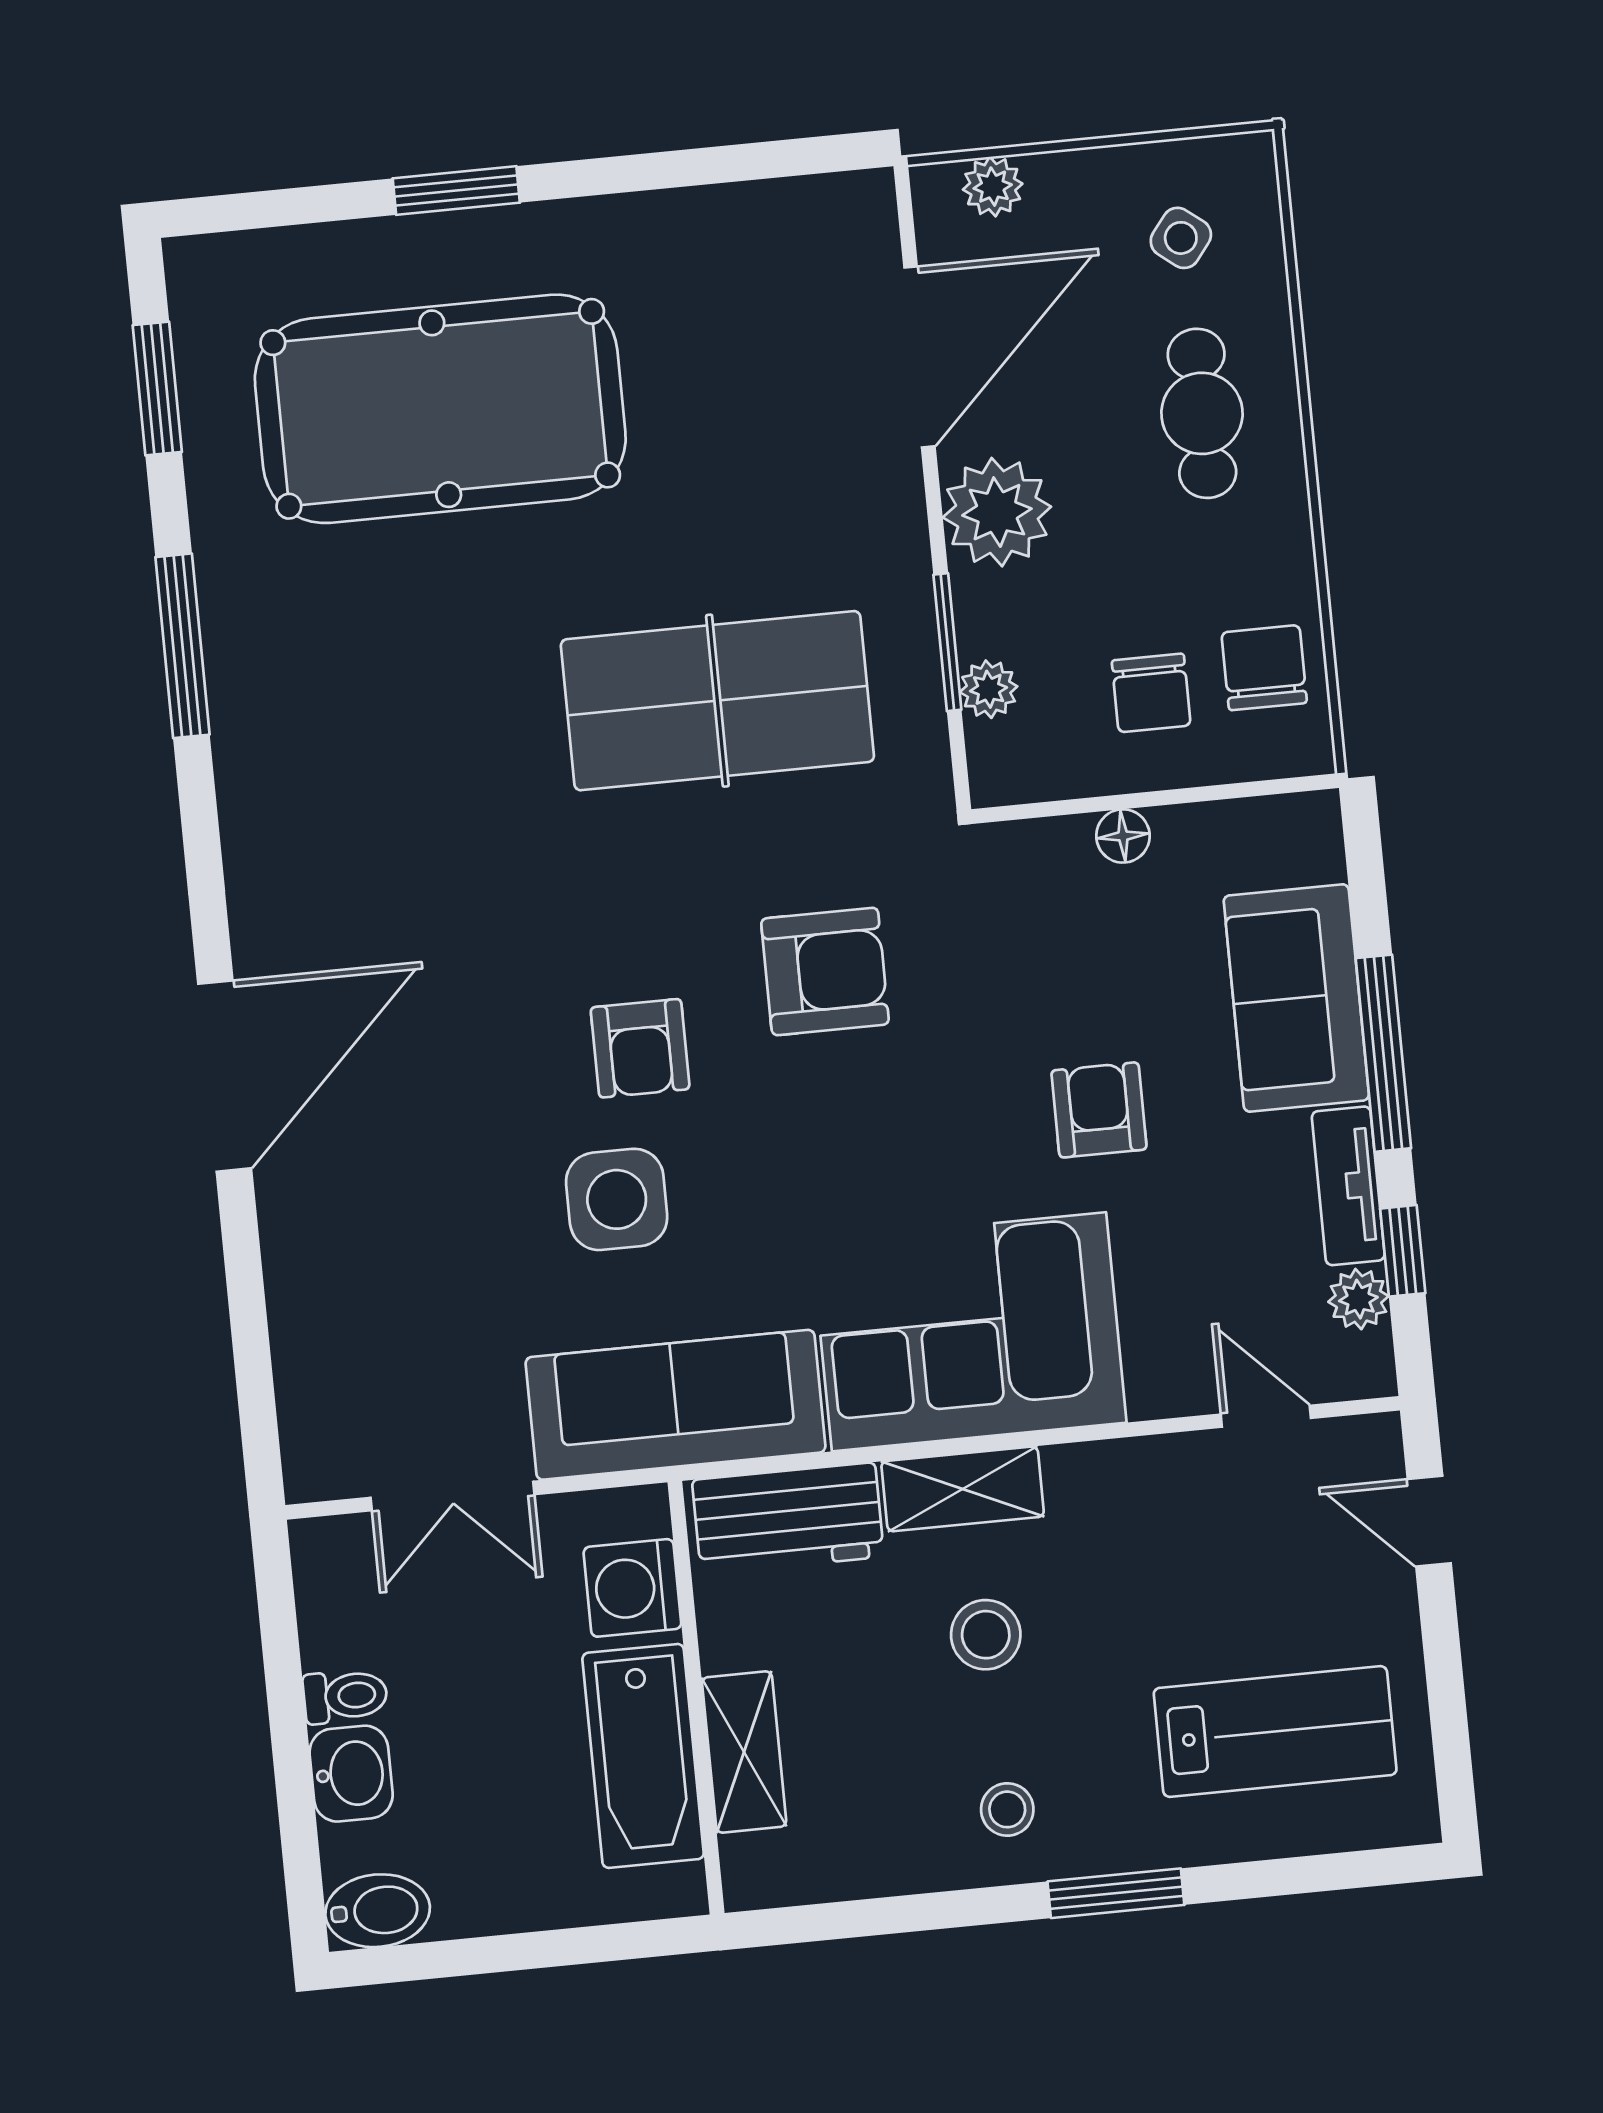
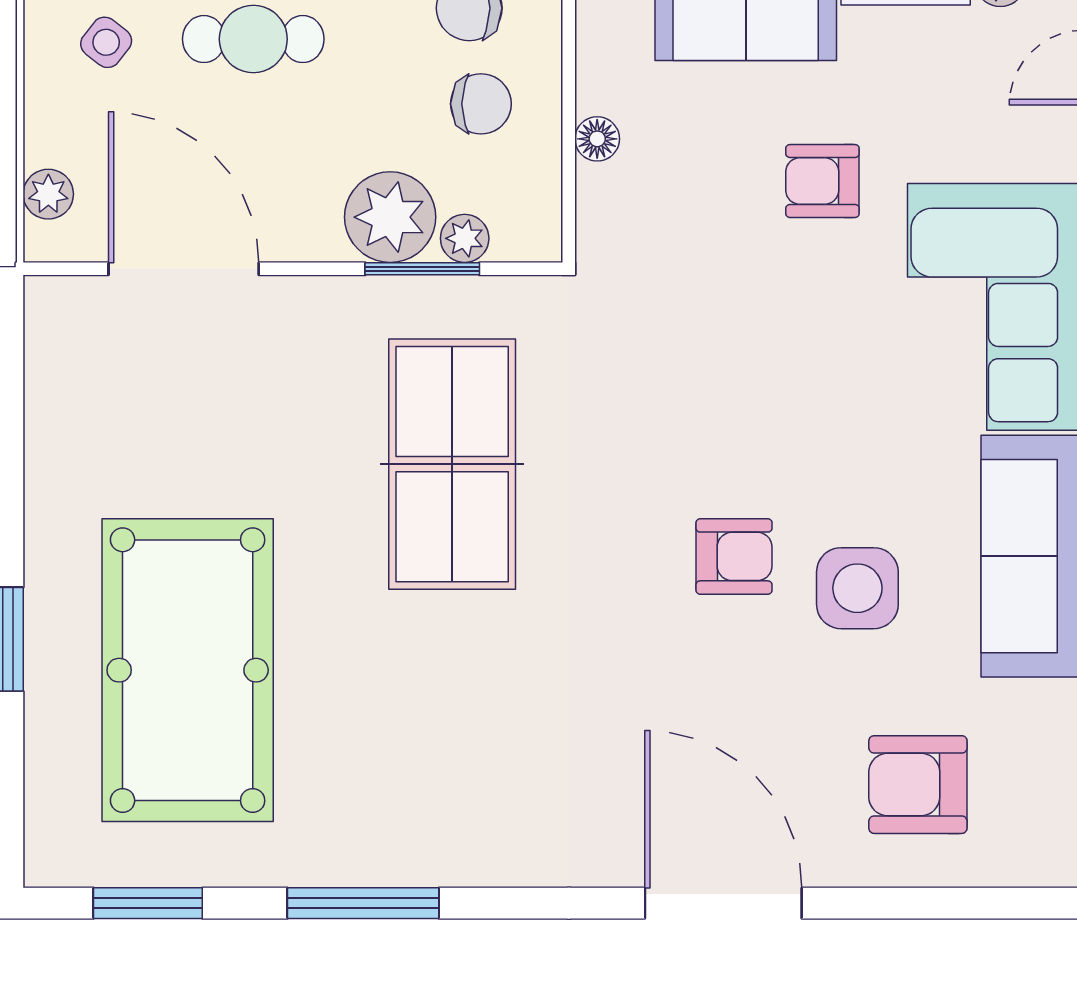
plant: (997, 512) -> (390, 217), moved
armchair: (825, 971) -> (918, 785), moved, turned -90

